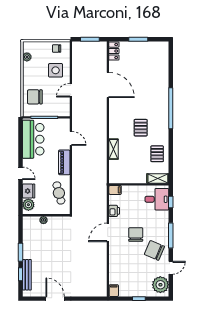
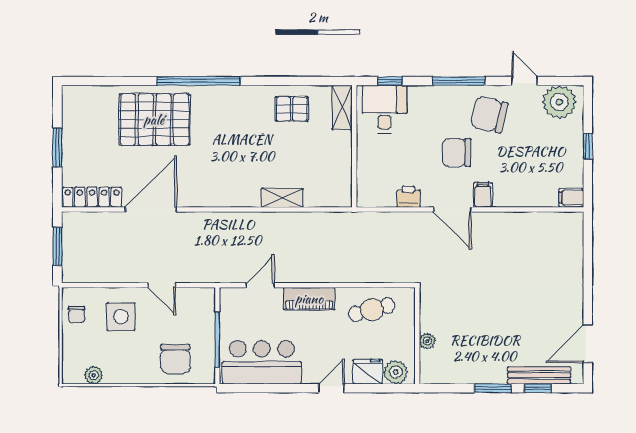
locker: (114, 51) -> (92, 197), width x1.53
pallet: (141, 128) -> (154, 120), moved, width x2.05, depth x2.00
filing cabinet: (115, 190) -> (483, 195), moved
chair: (154, 250) -> (489, 115), turned 81
door: (55, 299) -> (588, 344), moved

